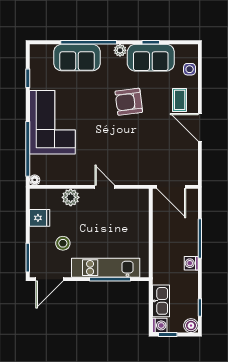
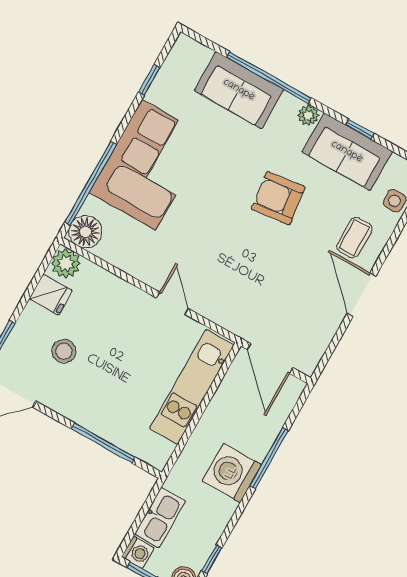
floor lamp: (35, 180) -> (85, 232), width x1.89, depth x1.89
plant: (71, 197) -> (66, 263), moved
washing machine: (191, 263) -> (232, 473), width x1.89, depth x1.89
kitchen unit: (106, 268) -> (192, 387), moved, turned -90

